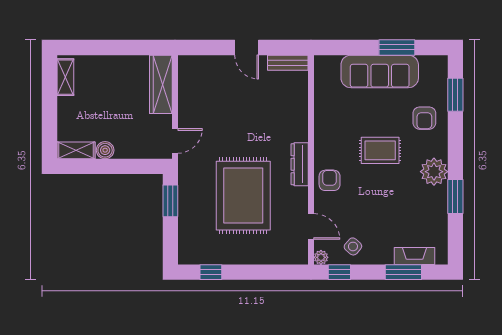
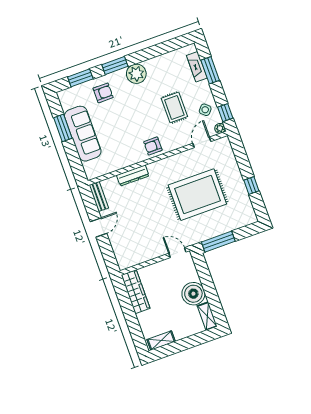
wardrobe: (161, 84) -> (136, 292), moved, turned -90
boiler: (105, 150) -> (193, 294), width x1.86, depth x1.86
rug: (380, 150) -> (174, 107), moved
dresser: (300, 164) -> (133, 176), moved
armchair: (330, 180) -> (153, 146), moved
window: (455, 197) -> (115, 65), moved
window: (170, 201) -> (218, 242), width x1.44
window: (211, 272) -> (251, 185), moved

